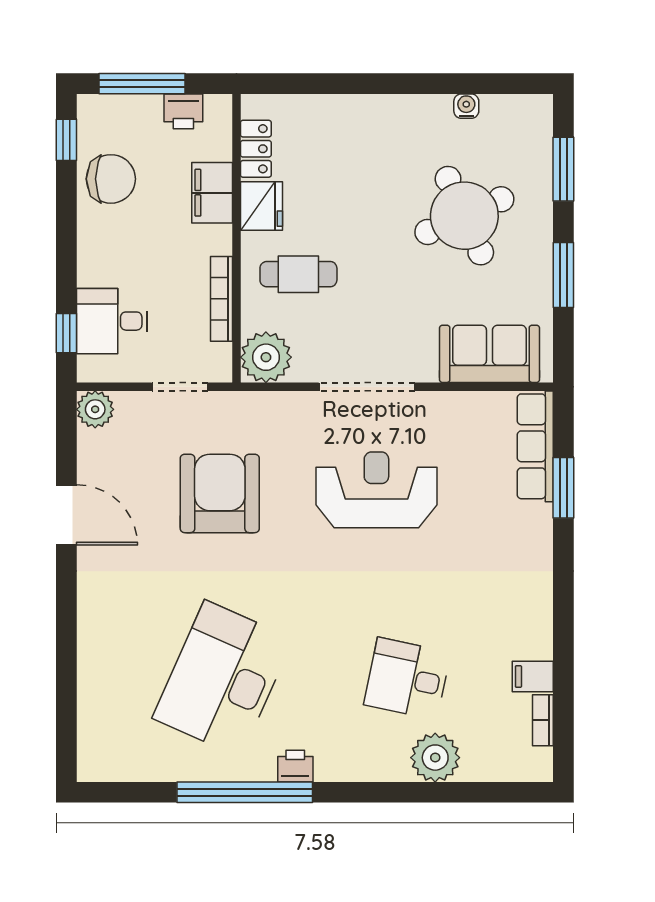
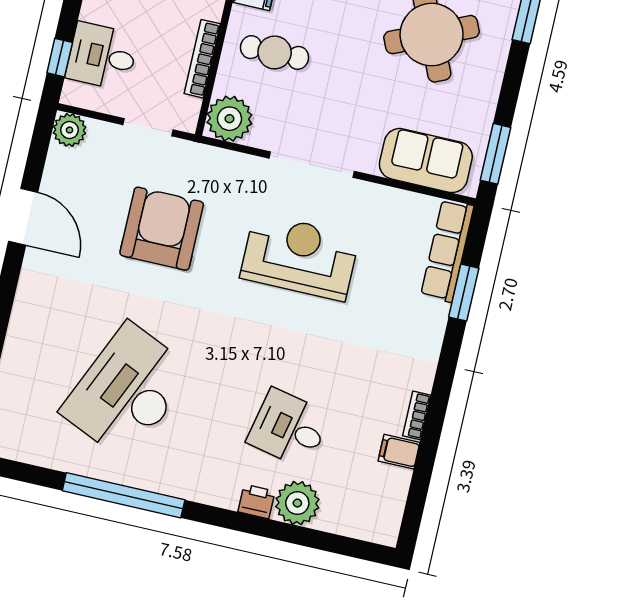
window: (563, 275) -> (496, 154), moved
bookcase: (543, 720) -> (417, 415), moved
printer: (295, 766) -> (256, 502), moved

